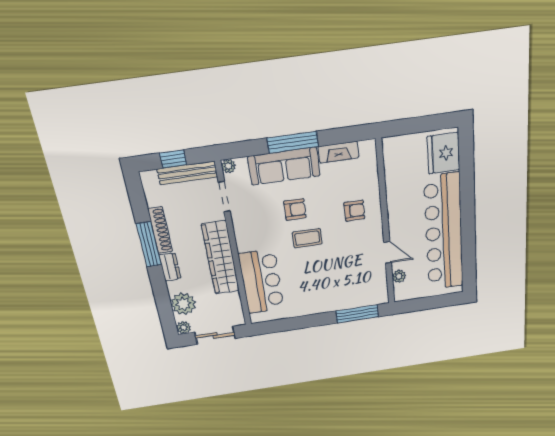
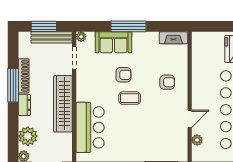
fireplace: (338, 152) -> (173, 38), moved
window: (173, 159) -> (44, 26), width x1.50
sofa: (284, 166) -> (114, 42), width x0.73
door: (388, 252) -> (190, 119), hinge flipped

